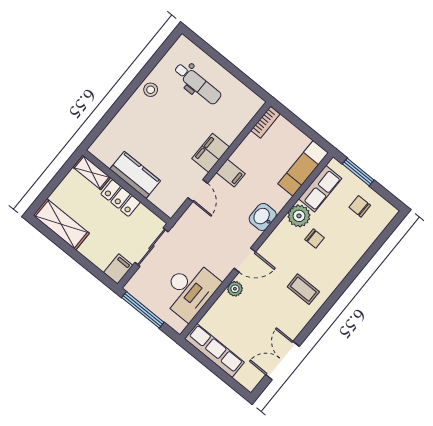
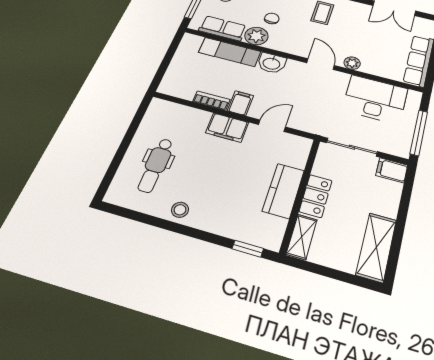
dental chair: (198, 84) -> (156, 165), turned 180
bookcase: (265, 122) -> (211, 101), moved
window: (99, 129) -> (248, 249), added
exam couch: (303, 168) -> (230, 52), moved

